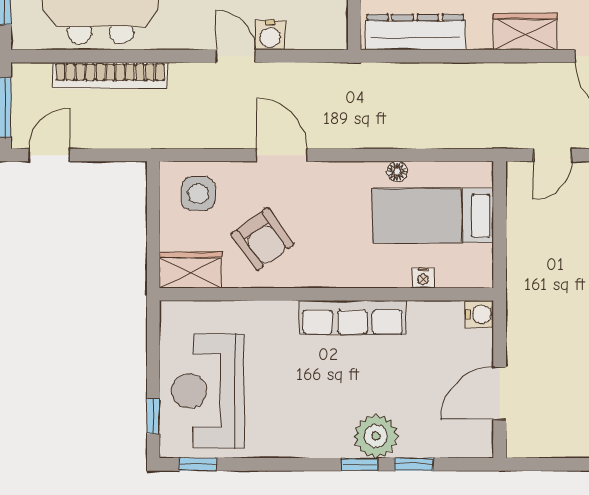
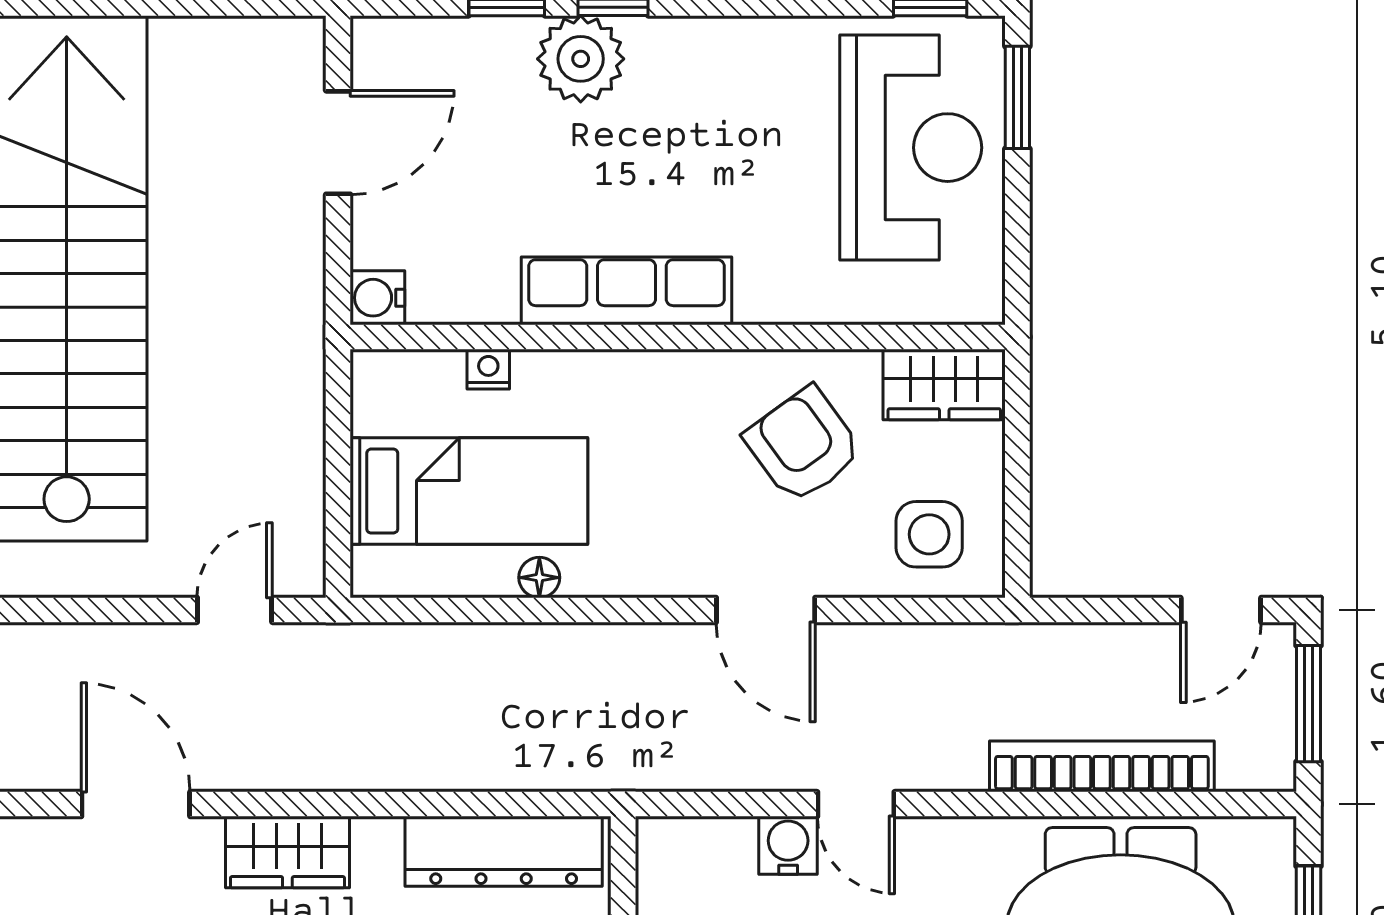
window: (153, 416) -> (1017, 97), width x1.50

